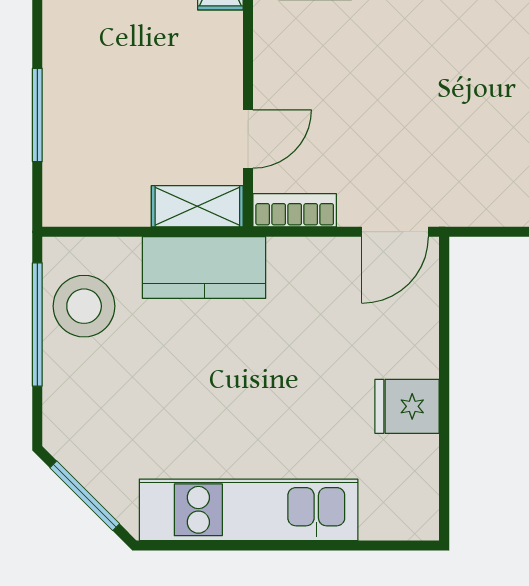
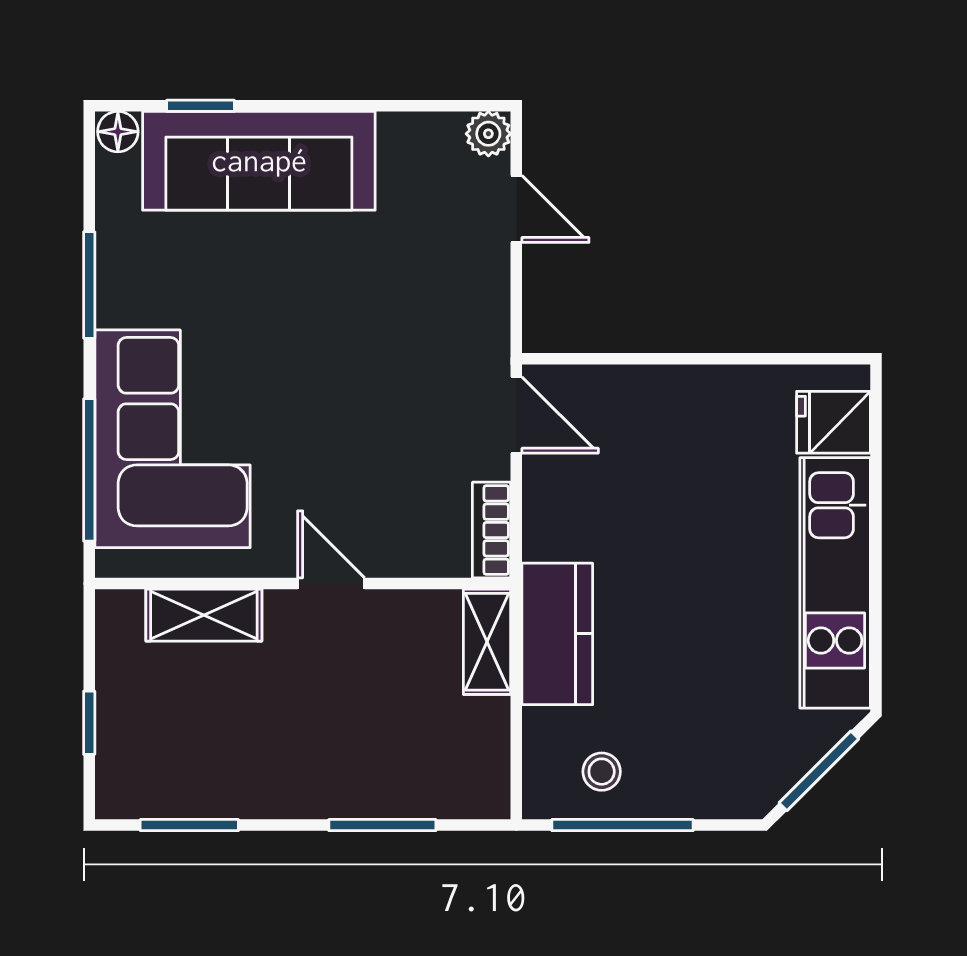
door: (248, 139) -> (331, 583), moved
stool: (84, 306) -> (602, 772), width x0.53, depth x0.53
fridge: (407, 406) -> (833, 422), moved, turned 90

